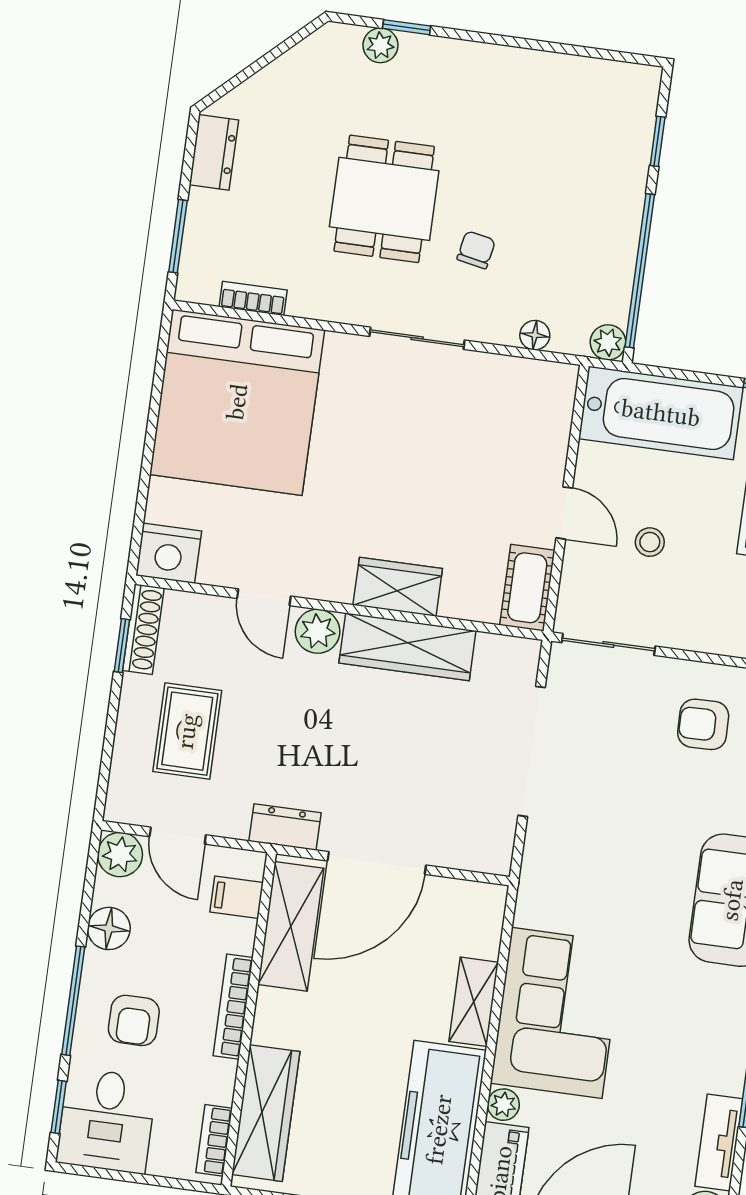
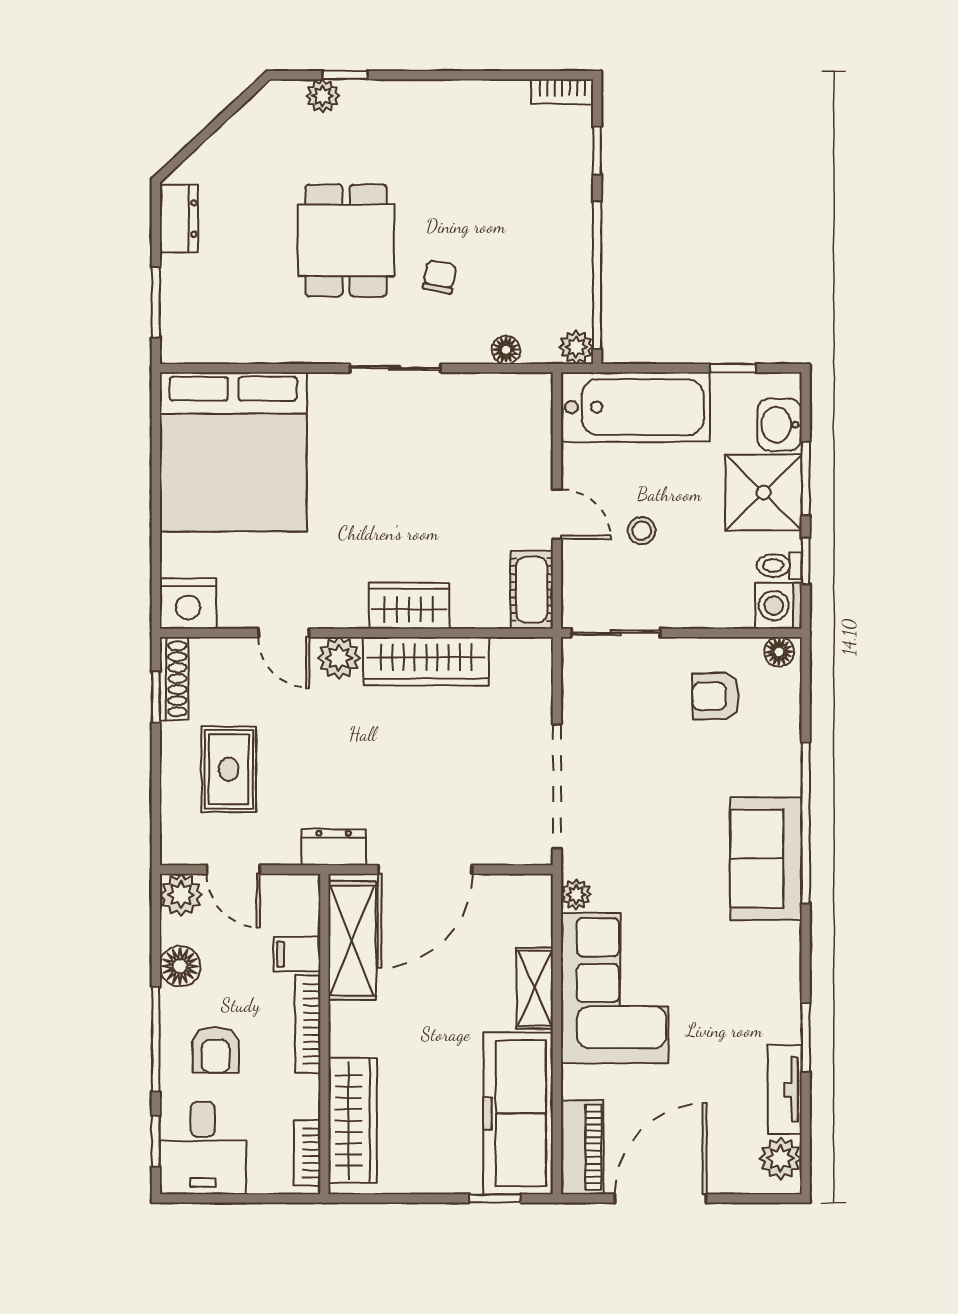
bookcase: (253, 298) -> (562, 92), moved, turned 180
doorway: (532, 751) -> (557, 786), moved
filing cabinet: (237, 897) -> (297, 954), moved
plant: (503, 1105) -> (576, 894), moved

